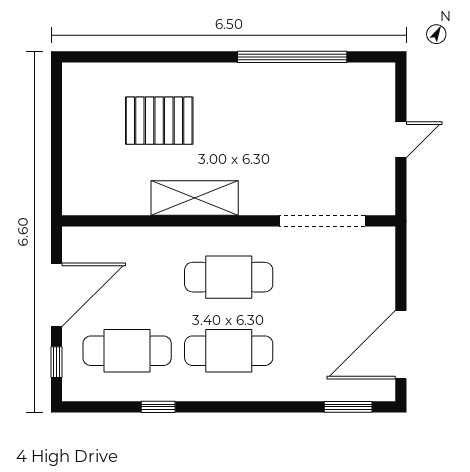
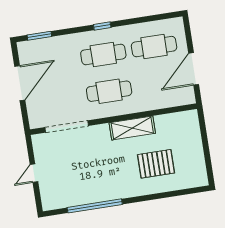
door: (401, 345) -> (20, 83), moved
window: (56, 362) -> (188, 35), removed
window: (158, 407) -> (102, 26), moved

